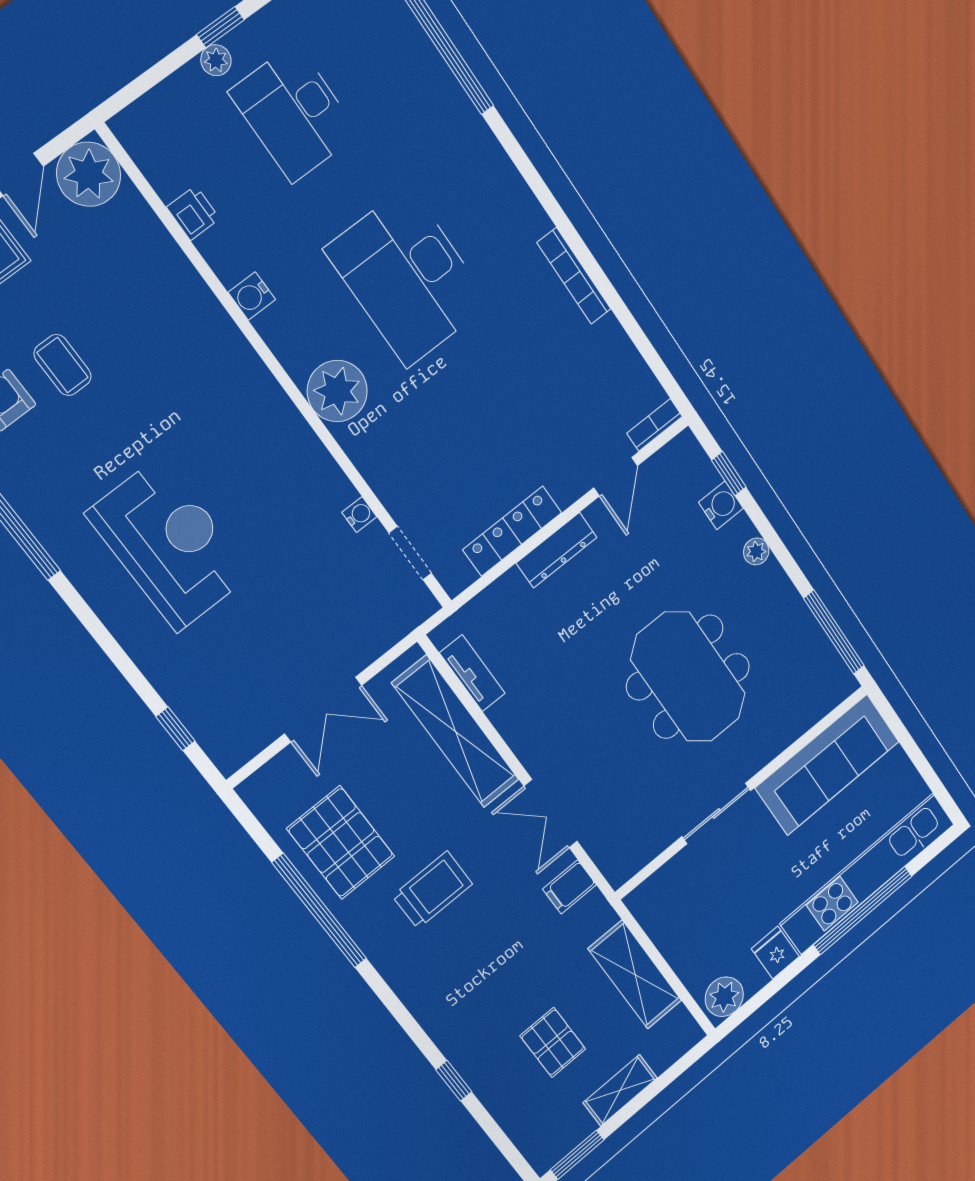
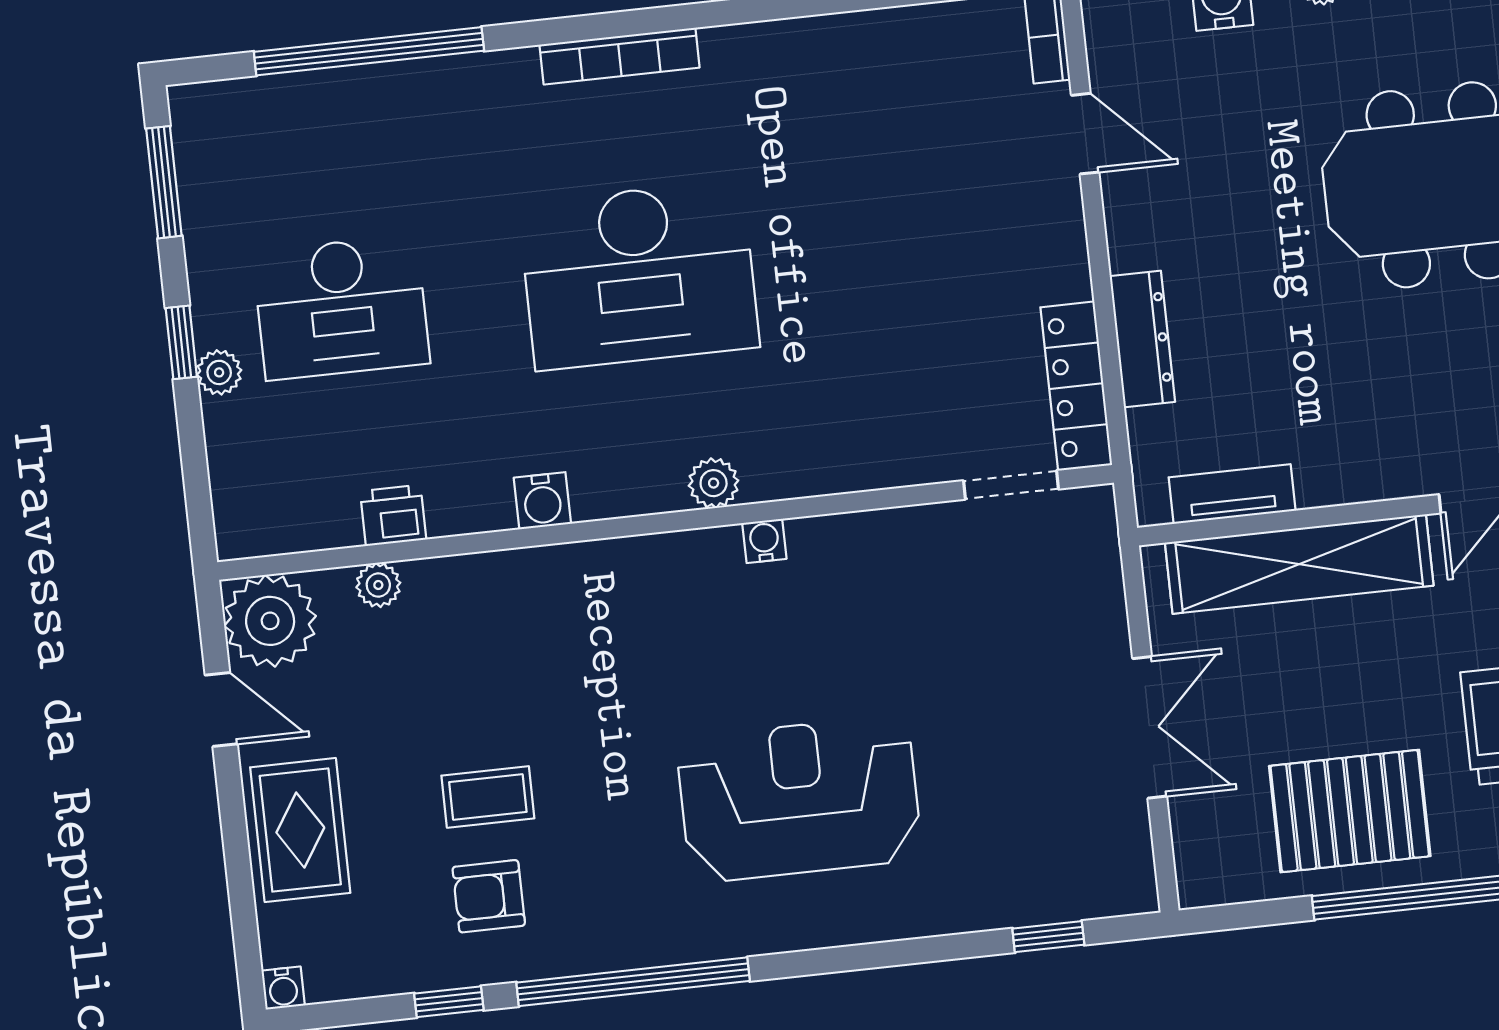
plant: (148, 227) -> (378, 585), added
bookcase: (574, 276) -> (619, 56), moved
plant: (337, 391) -> (714, 483), width x0.53, depth x0.53
water cooler: (359, 515) -> (764, 541), moved
locker: (512, 531) -> (1076, 386), moved
dresser: (557, 550) -> (1142, 339), moved

